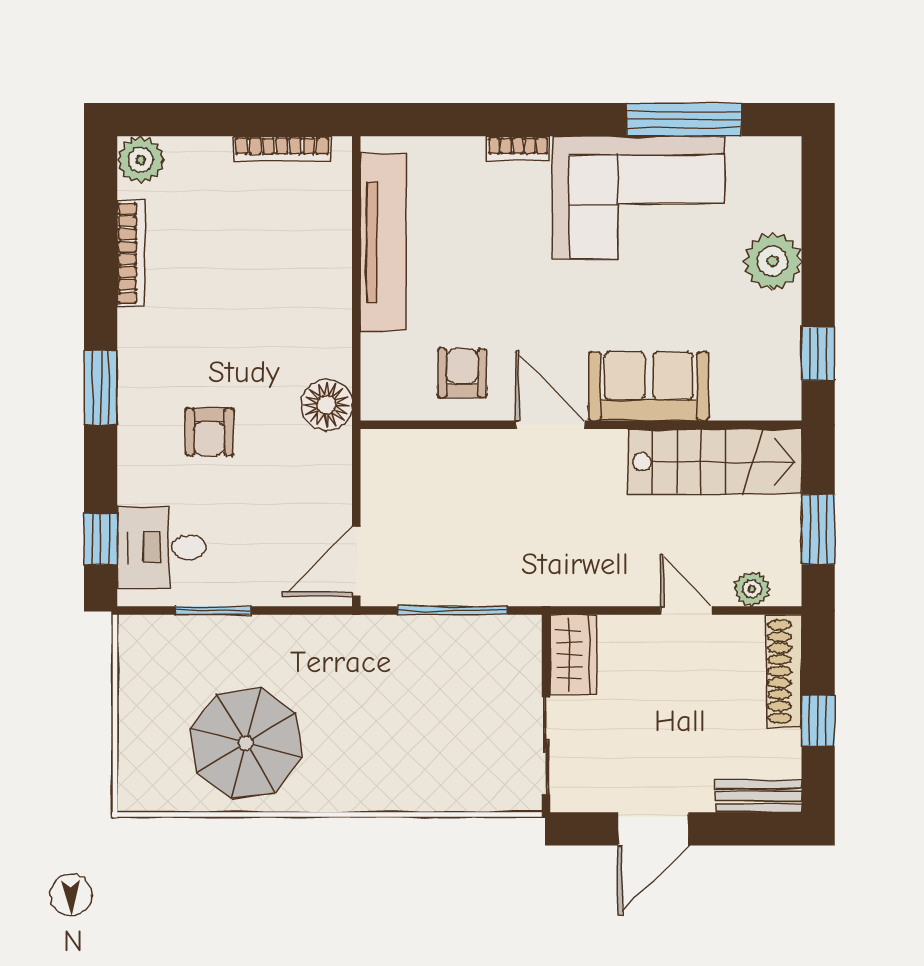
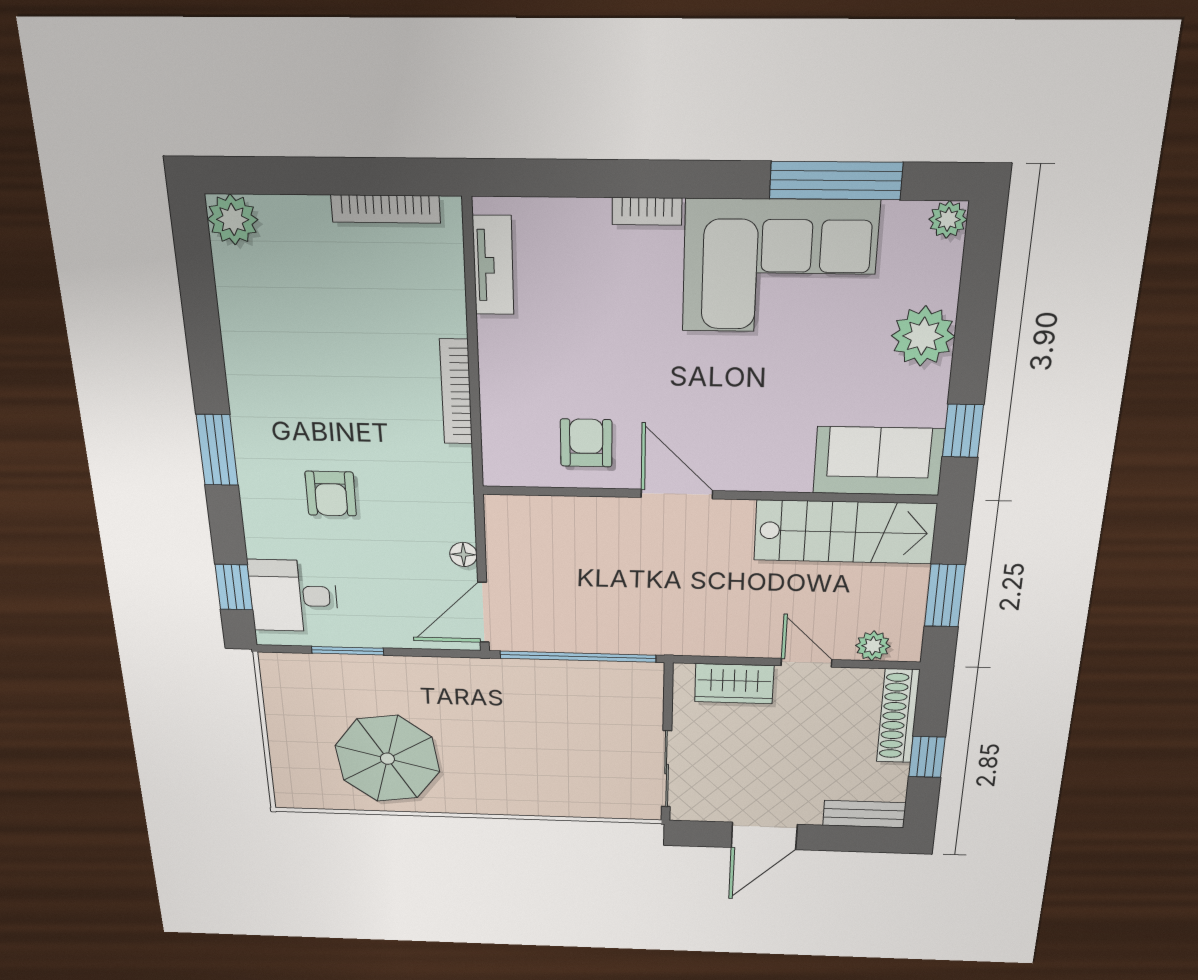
plant: (785, 153) -> (948, 219), added
tv unit: (383, 242) -> (493, 265), width x0.52, depth x0.78
bookcase: (131, 253) -> (456, 392), moved, turned 180
sofa: (649, 386) -> (878, 461), moved
floor lamp: (326, 405) -> (463, 554), moved, width x0.53, depth x0.53
window: (452, 610) -> (578, 657), width x1.46
wardrobe: (573, 654) -> (734, 684), moved, turned 90

